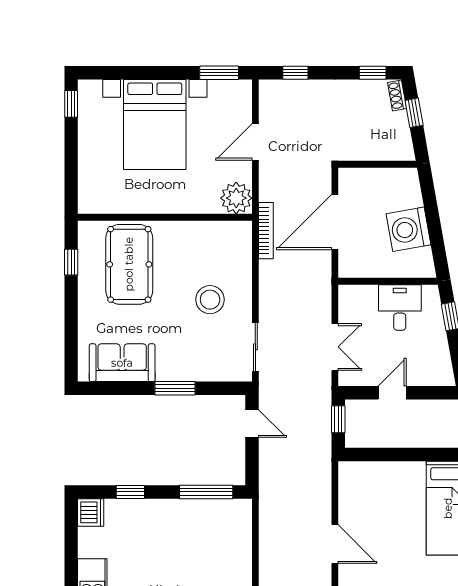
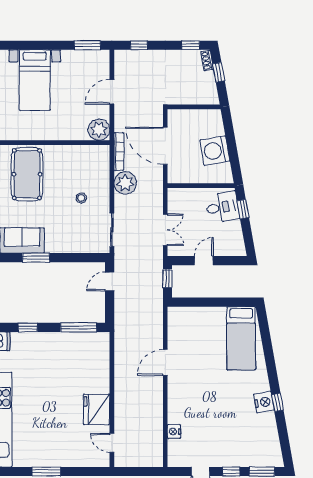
bed with nightstands: (155, 125) -> (35, 80), width x0.73
door: (335, 222) -> (165, 146), hinge flipped
plant: (275, 277) -> (125, 183), added
stool: (210, 300) -> (81, 198), width x0.53, depth x0.53
desk: (400, 307) -> (222, 207), moved, turned 80
window: (175, 388) -> (36, 258), moved
door: (252, 424) -> (110, 281), swing flipped
door: (335, 544) -> (165, 362), swing flipped

